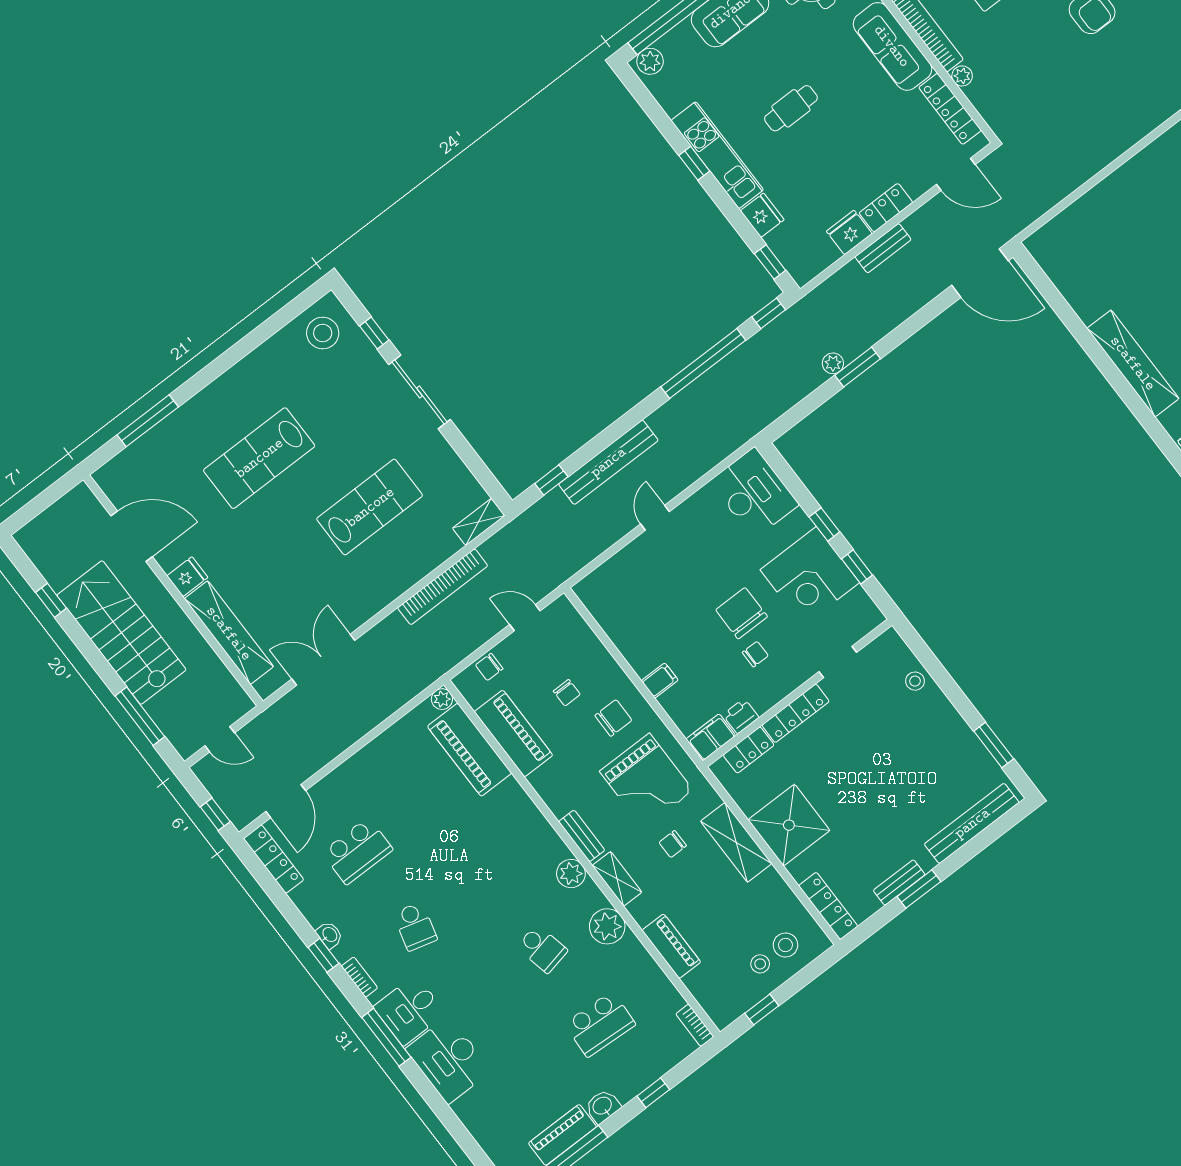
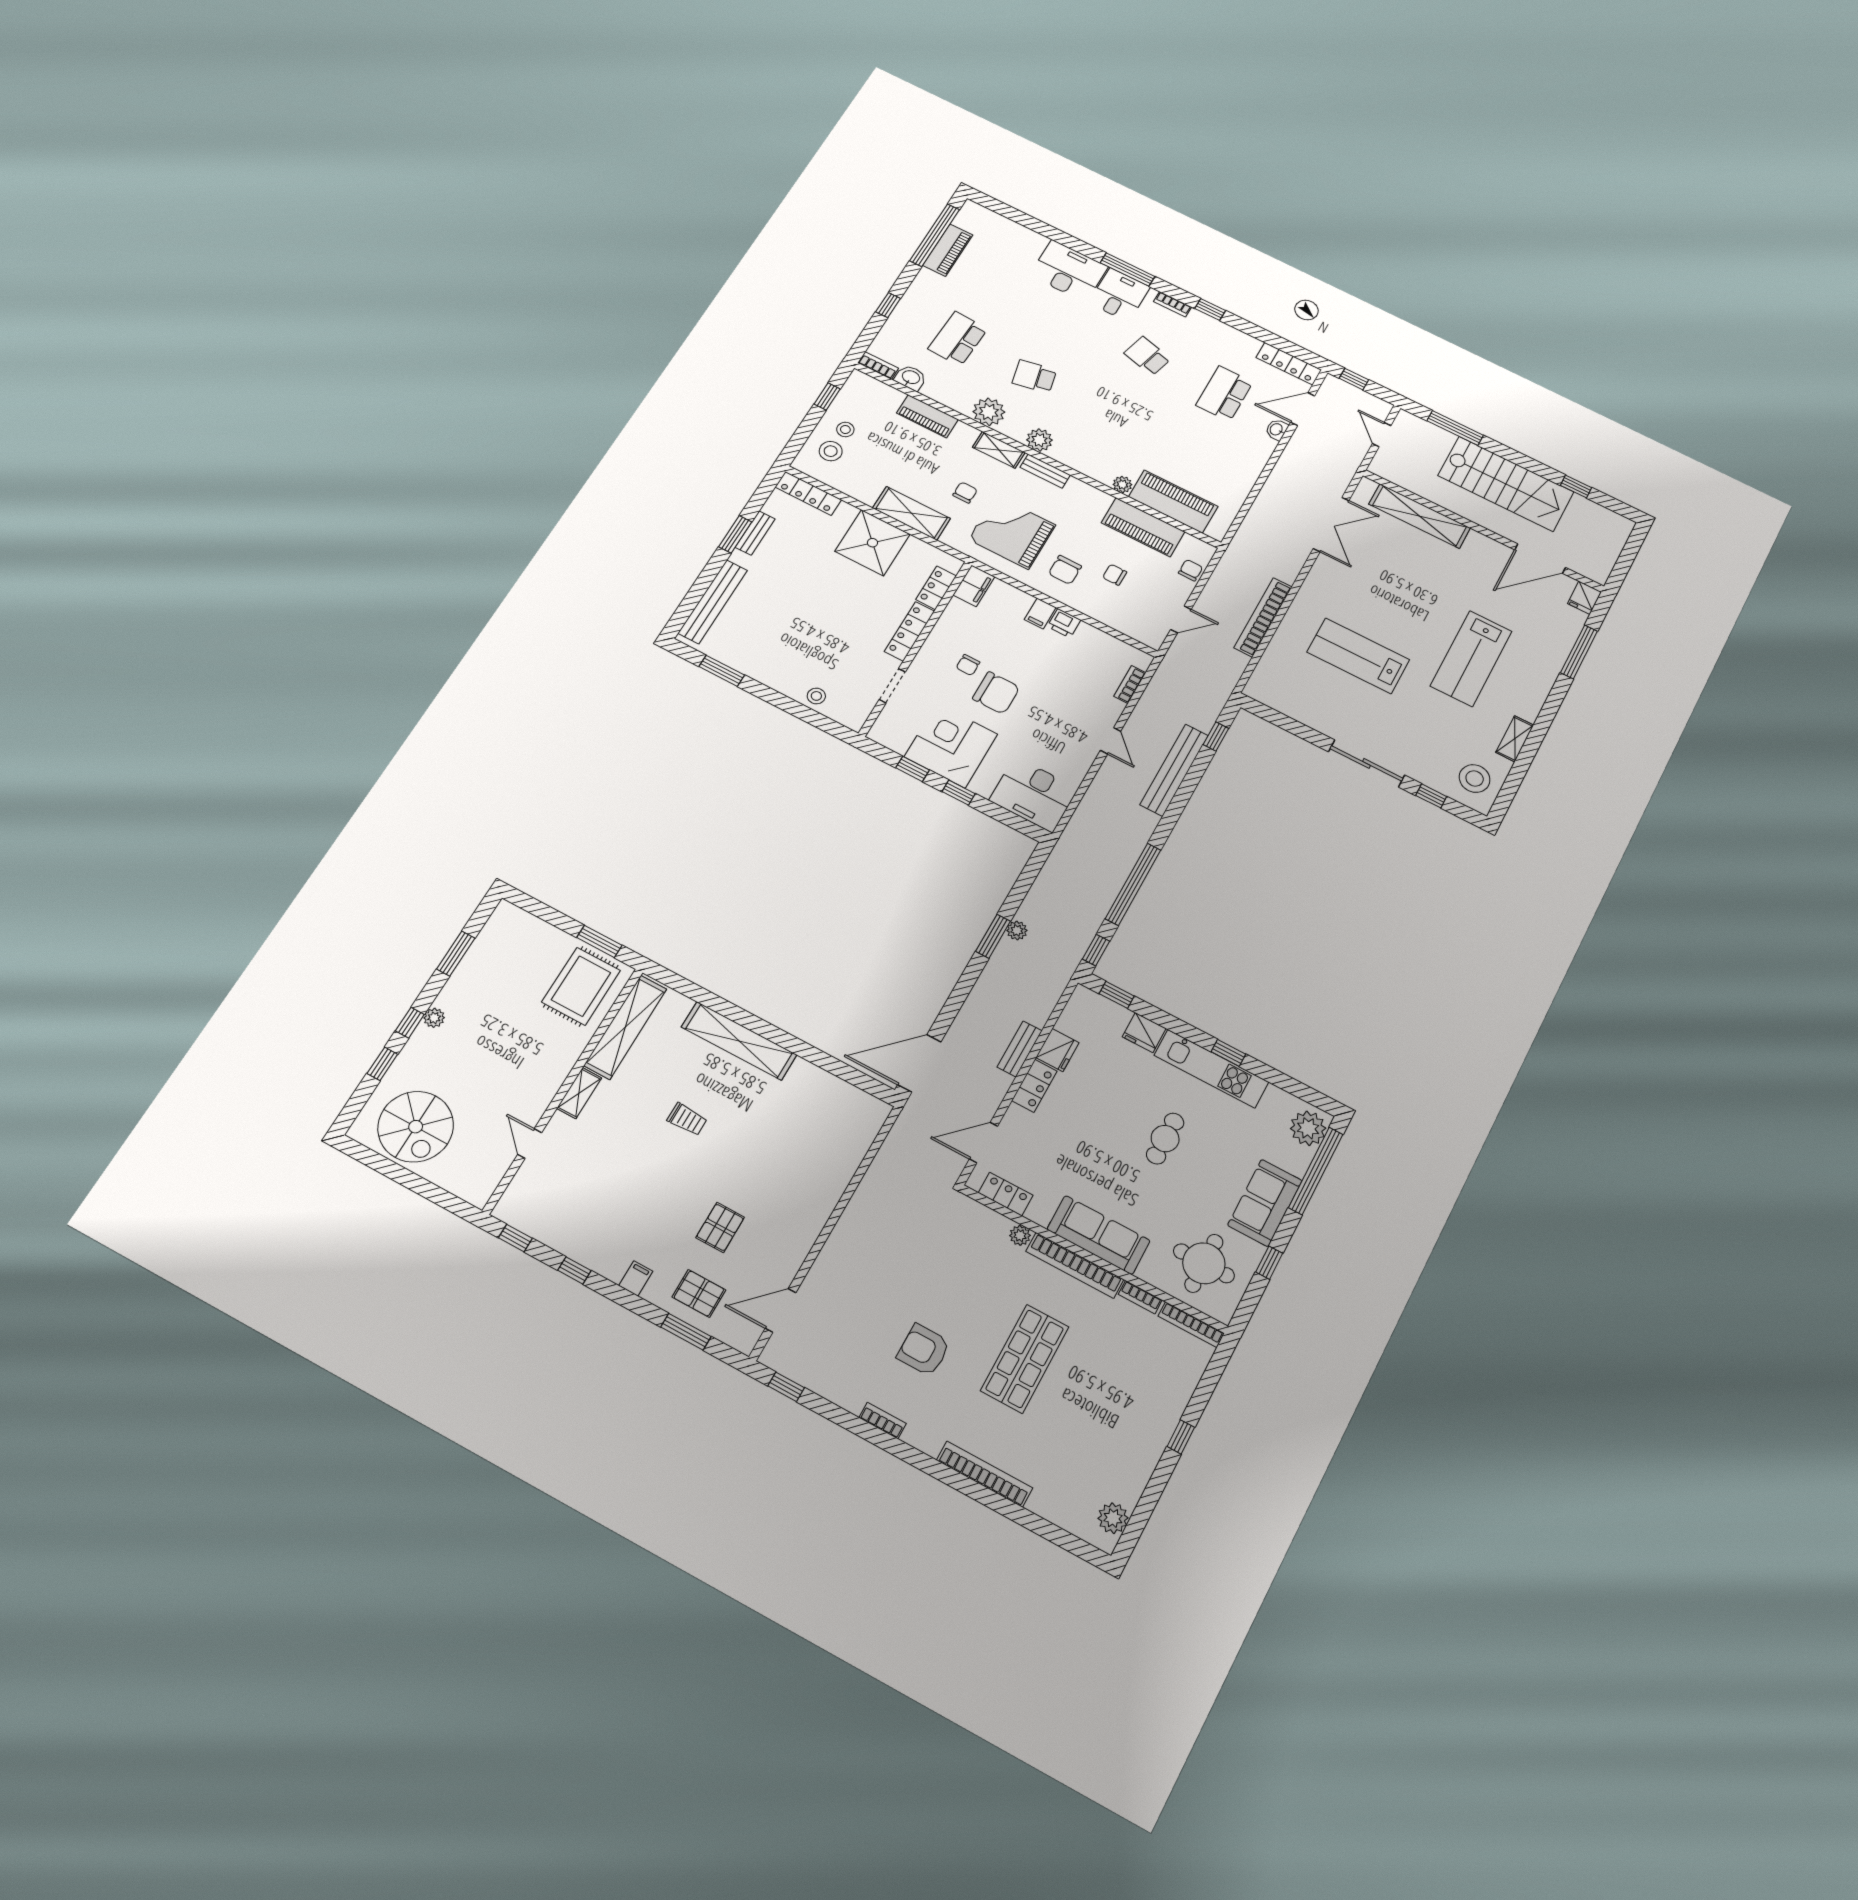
plant: (650, 61) -> (1308, 1128), width x1.36, depth x1.36
locker: (950, 109) -> (1006, 1194), width x0.66
lab bench: (259, 458) -> (1471, 659), turned 180
lab bench: (370, 507) -> (1358, 656), turned 90
shelving: (479, 522) -> (1515, 739), moved
bookcase: (608, 569) -> (1130, 684), added
fridge: (187, 577) -> (1584, 598), moved
plant: (442, 699) -> (1122, 484), moved
printer: (741, 716) -> (1064, 623), moved, turned 90
door: (220, 739) -> (1382, 435), hinge flipped
door: (286, 801) -> (1303, 409), hinge flipped
washbasin: (329, 935) -> (1277, 430), moved, turned 90
washbasin: (603, 1106) -> (911, 378), moved, turned -90

